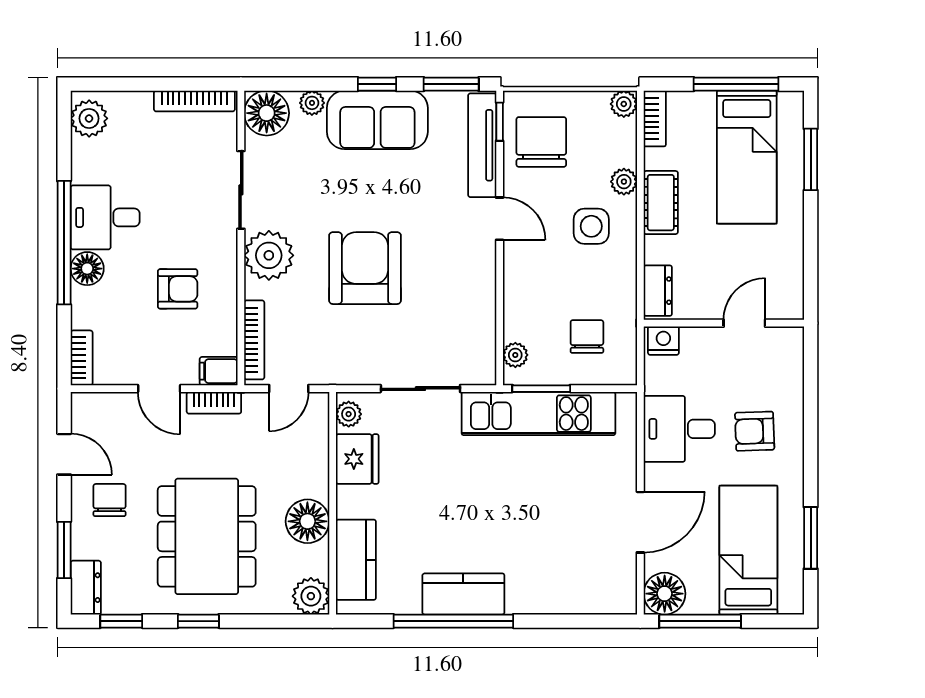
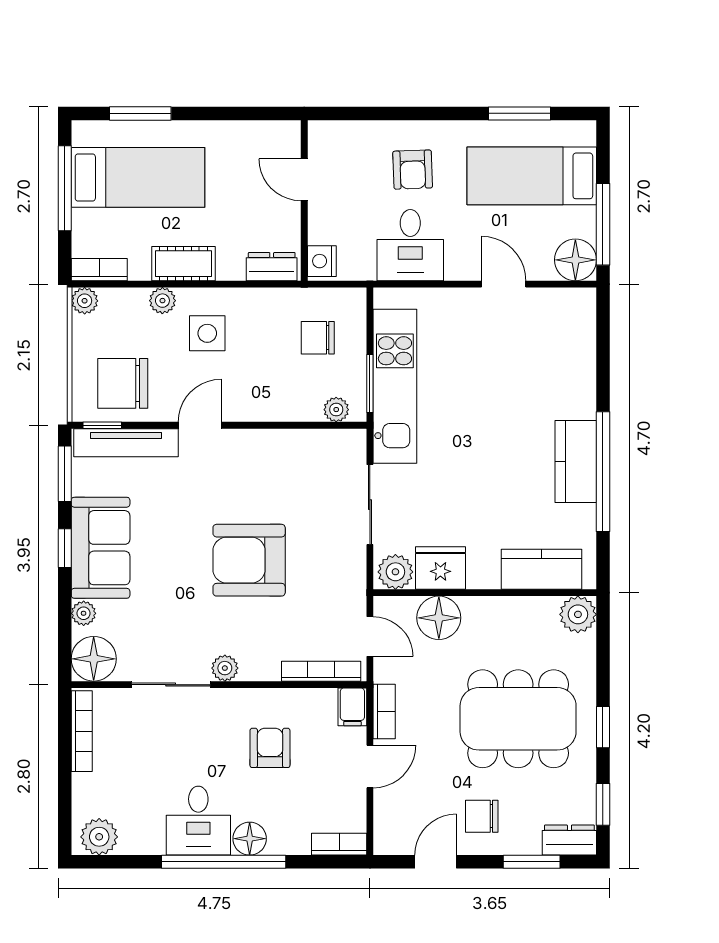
plant: (269, 255) -> (225, 668), width x0.53, depth x0.53
plant: (349, 414) -> (395, 572), width x1.38, depth x1.38
floor lamp: (307, 521) -> (439, 618), moved
door: (640, 522) -> (504, 284), width x0.73

